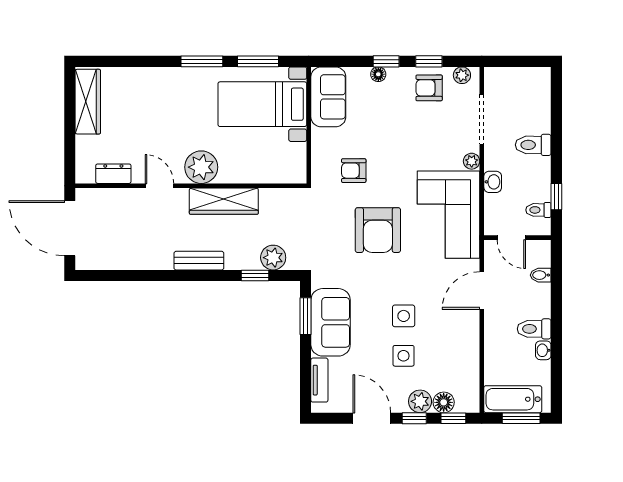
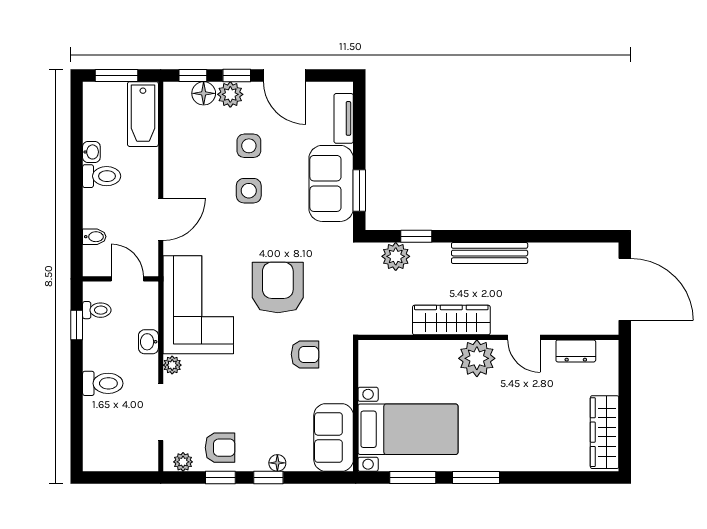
bench: (199, 261) -> (490, 253), width x1.36
bathtub: (513, 399) -> (143, 114), moved, turned 90

